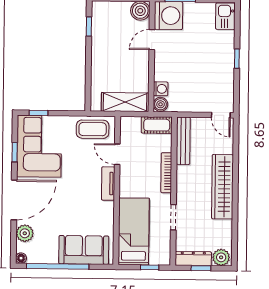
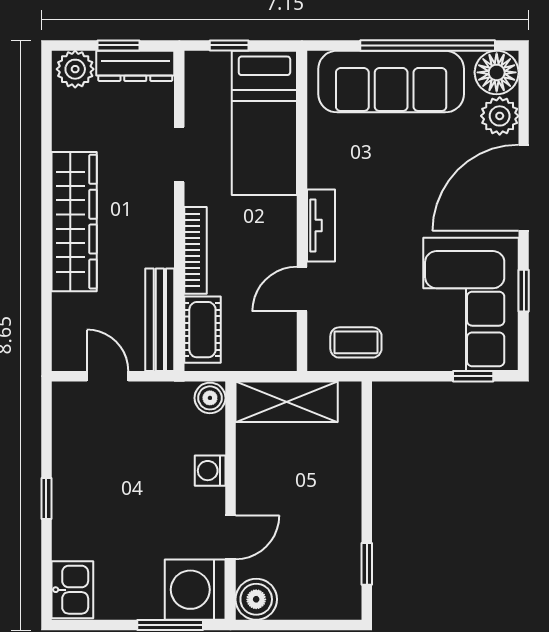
washing machine: (161, 89) -> (210, 471), moved
door: (221, 115) -> (108, 376), moved
cot: (157, 125) -> (202, 330), moved, turned 90
coffee table: (93, 129) -> (356, 342), width x0.73, depth x0.77
door: (117, 154) -> (302, 289), swing flipped
sofa: (84, 250) -> (391, 82), width x1.36
floor lamp: (21, 258) -> (497, 72), width x1.89, depth x1.89

